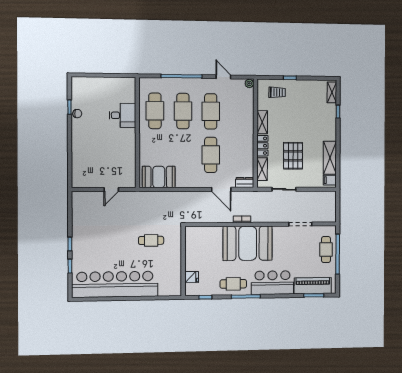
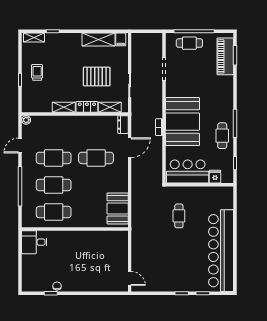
trolley: (277, 92) -> (37, 72), moved
desk: (123, 115) -> (34, 242), moved, turned -90
door: (111, 190) -> (130, 278), moved
bar counter: (272, 283) -> (188, 172), moved, turned 90

